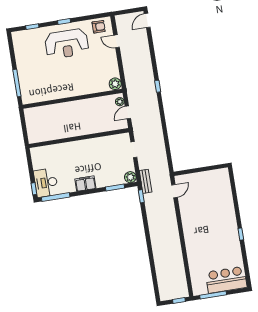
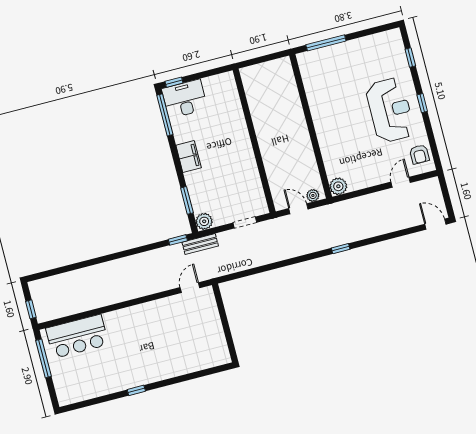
reception desk: (67, 44) -> (390, 110), turned 180
door: (174, 191) -> (190, 288), swing flipped
bar counter: (226, 280) -> (77, 336), moved, turned 90

